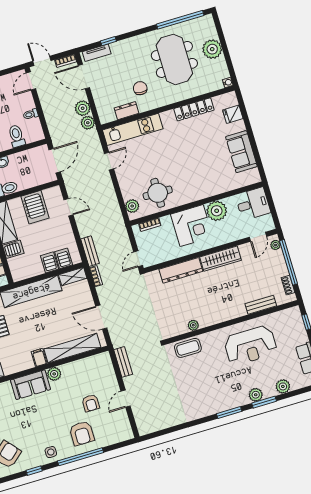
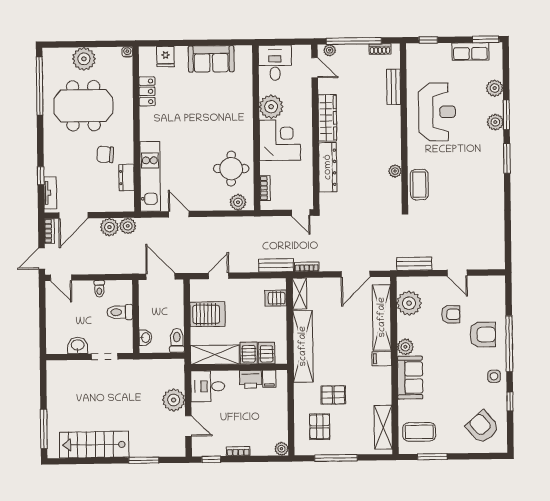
locker: (194, 109) -> (147, 91), width x0.66
server rack: (49, 262) -> (267, 353), moved, turned 90
plant: (90, 367) -> (409, 303), added

